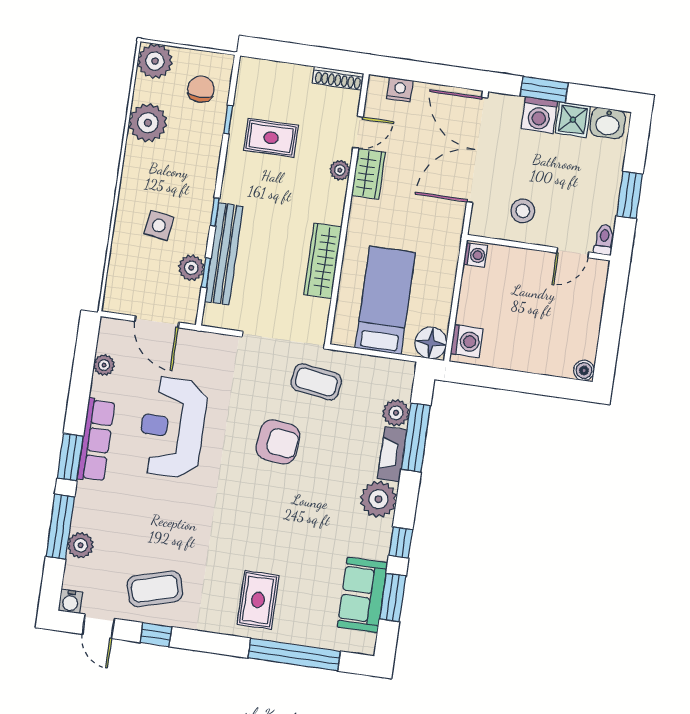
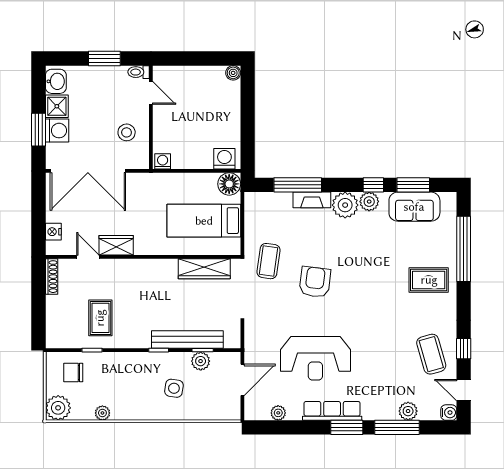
plant: (148, 123) -> (102, 413), width x0.53, depth x0.53
plant: (340, 170) -> (116, 266), removed
wardrobe: (323, 261) -> (204, 269), moved
plant: (396, 413) -> (369, 202), moved
door: (98, 626) -> (464, 390), swing flipped

